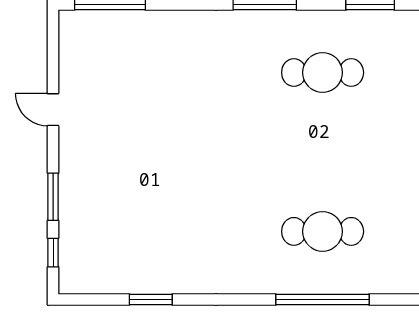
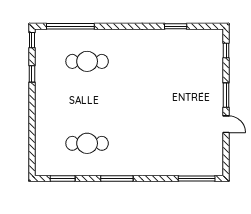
window: (53, 197) -> (226, 95), moved
window: (322, 299) -> (70, 26), moved

